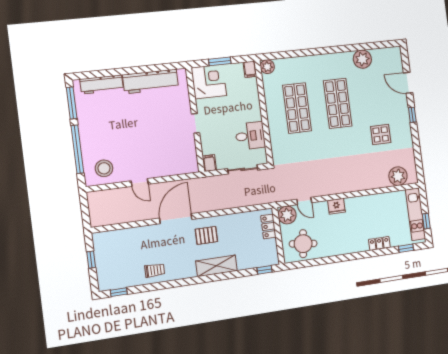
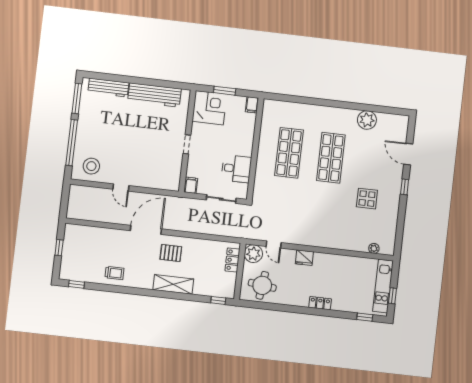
plant: (267, 67) -> (270, 106), removed
plant: (398, 176) -> (374, 248), width x0.53, depth x0.53
locker: (379, 244) -> (320, 303), moved

